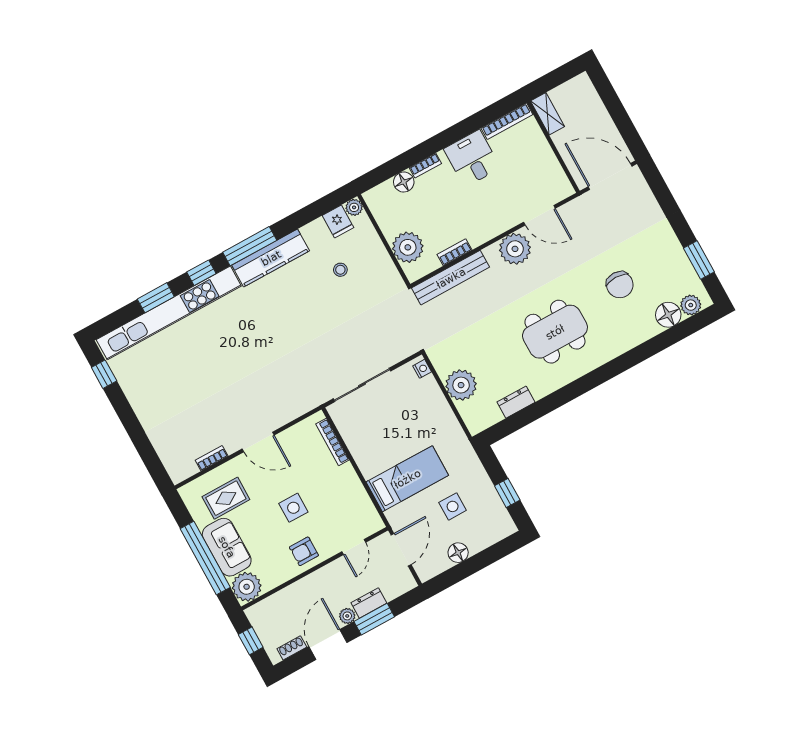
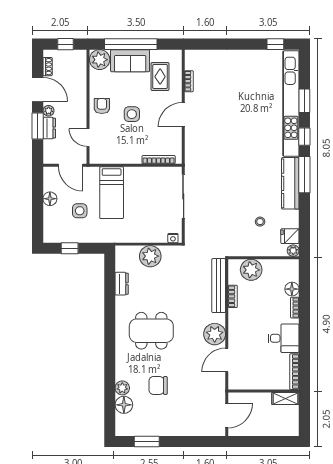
door: (610, 176) -> (227, 416), width x0.73
plant: (691, 305) -> (122, 388), moved
dining table: (555, 332) -> (151, 331), turned 90

